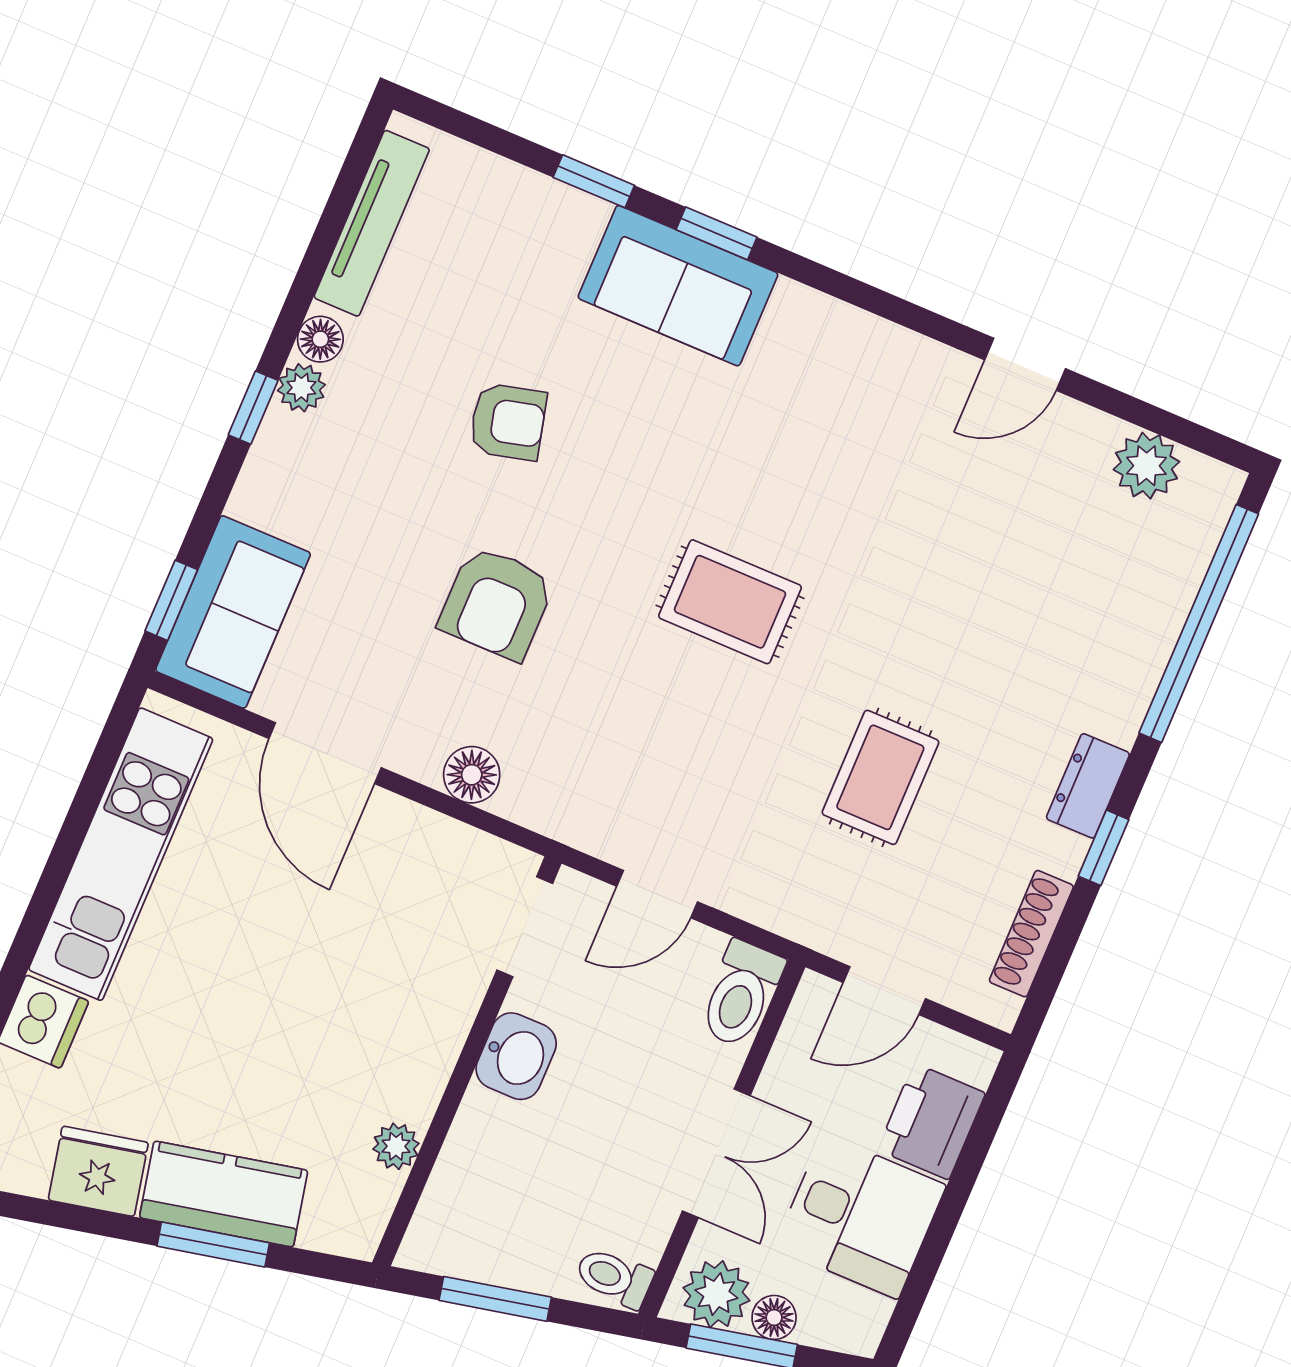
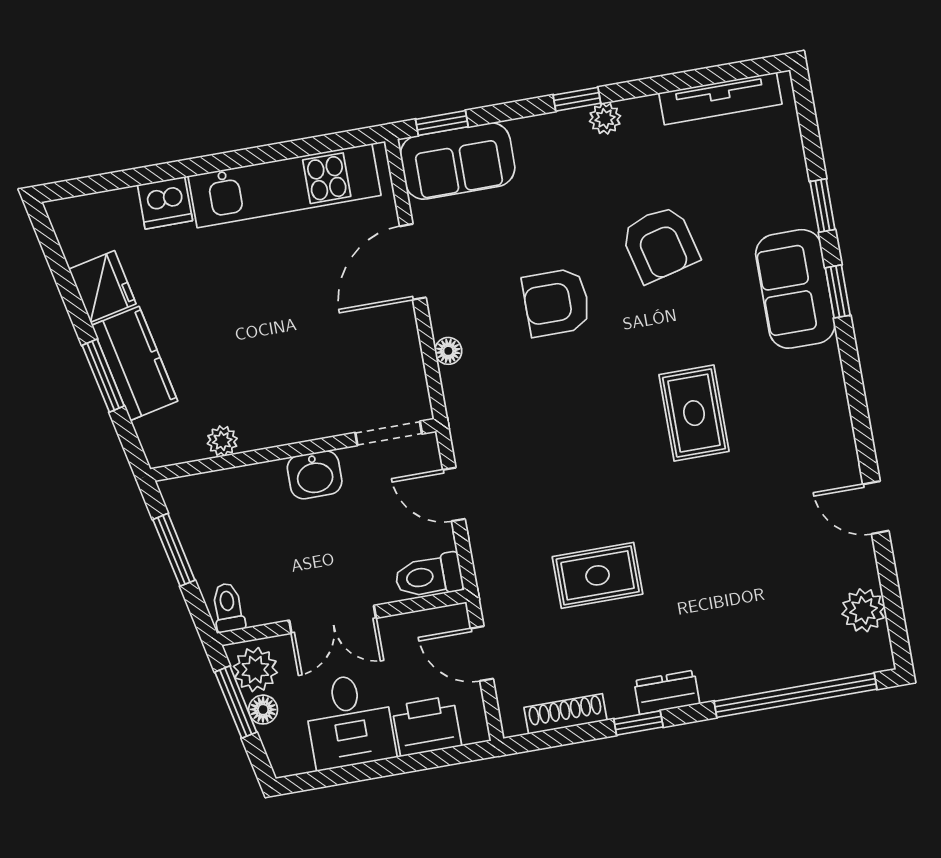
floor lamp: (320, 339) -> (638, 112), removed
armchair: (508, 422) -> (660, 244), width x1.38, depth x1.38
rug: (730, 602) -> (694, 413), moved
floor lamp: (472, 775) -> (448, 351), width x0.73, depth x0.73

